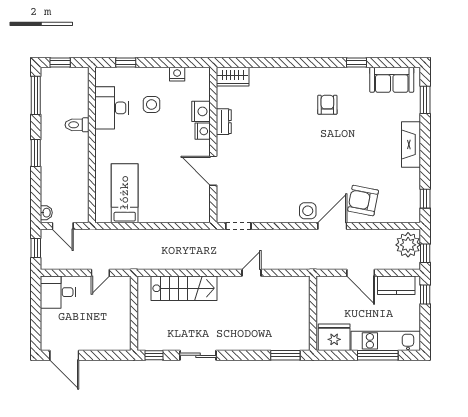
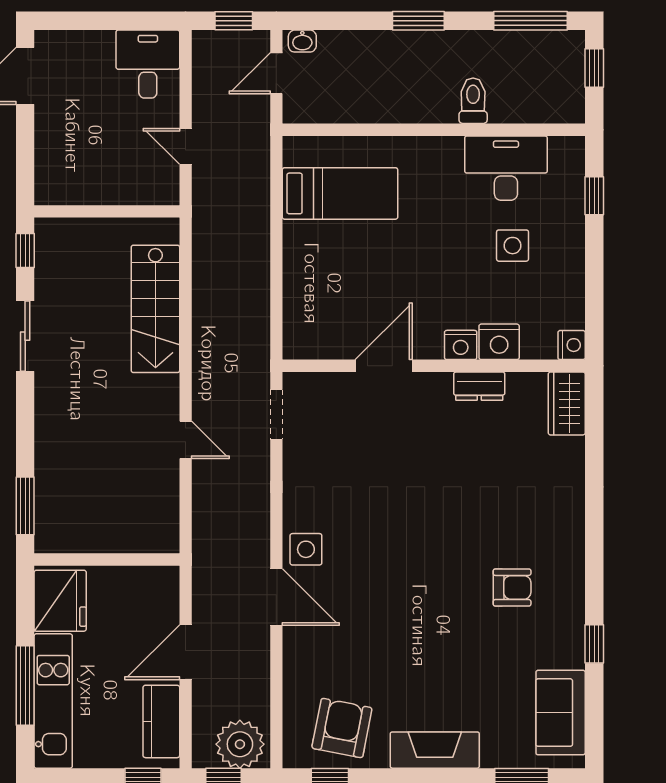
nightstand: (177, 74) -> (572, 345), moved
armchair: (363, 201) -> (342, 728), moved

